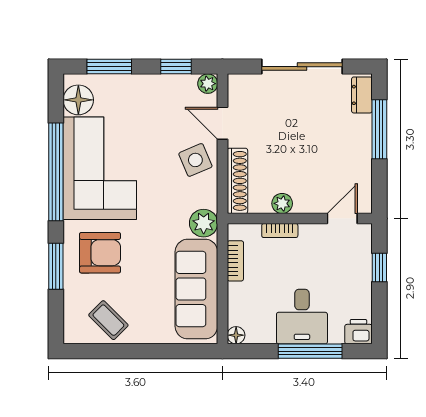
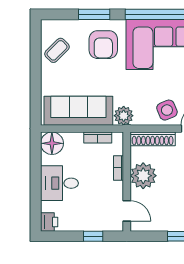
plant: (282, 203) -> (143, 176), width x1.87, depth x1.87
floor lamp: (236, 335) -> (52, 143), width x1.89, depth x1.89
window: (310, 351) -> (36, 189), removed

